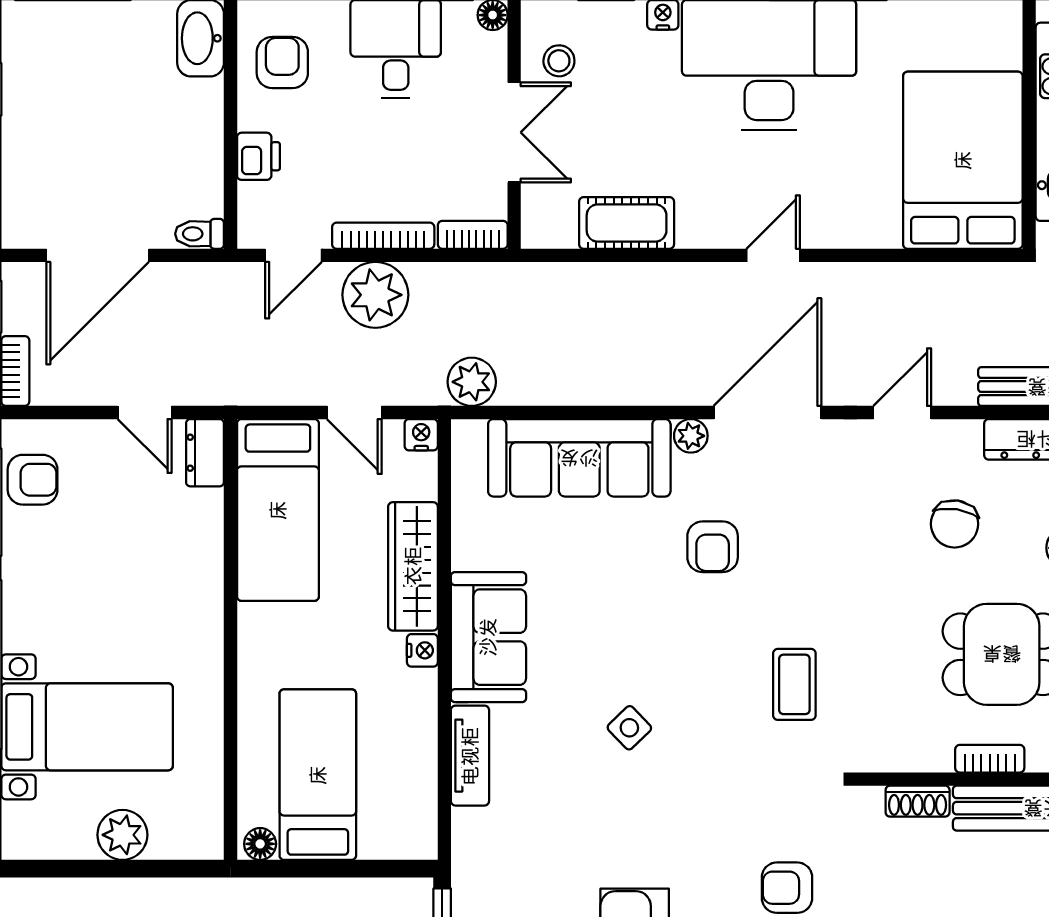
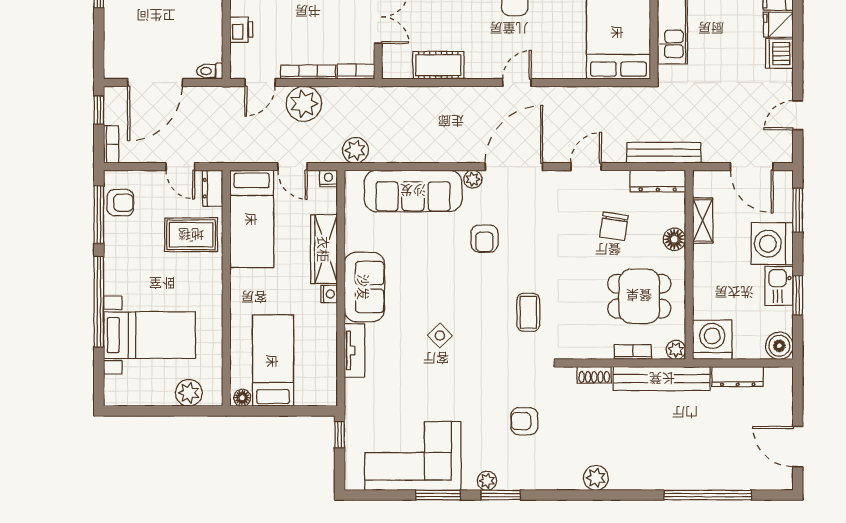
rug: (165, 540) -> (191, 235), added
plant: (122, 835) -> (189, 393), moved

